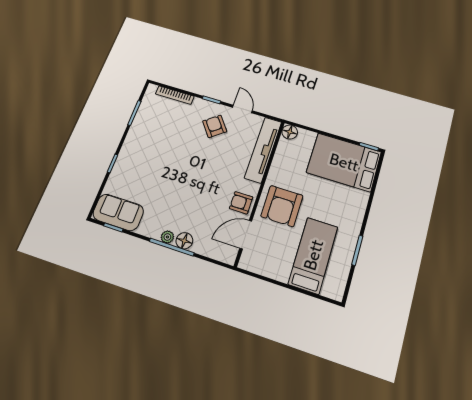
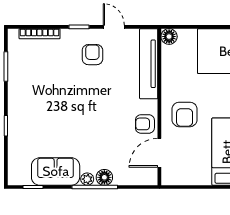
armchair: (215, 126) -> (92, 55), turned 38
armchair: (282, 206) -> (185, 114), width x0.73, depth x0.73
sofa: (118, 212) -> (56, 171), moved

